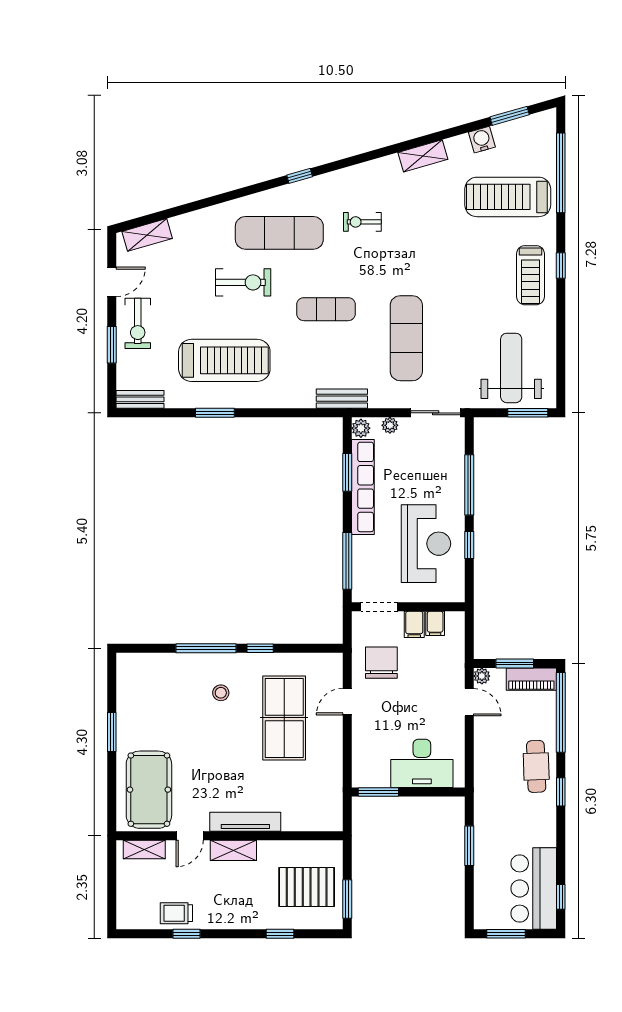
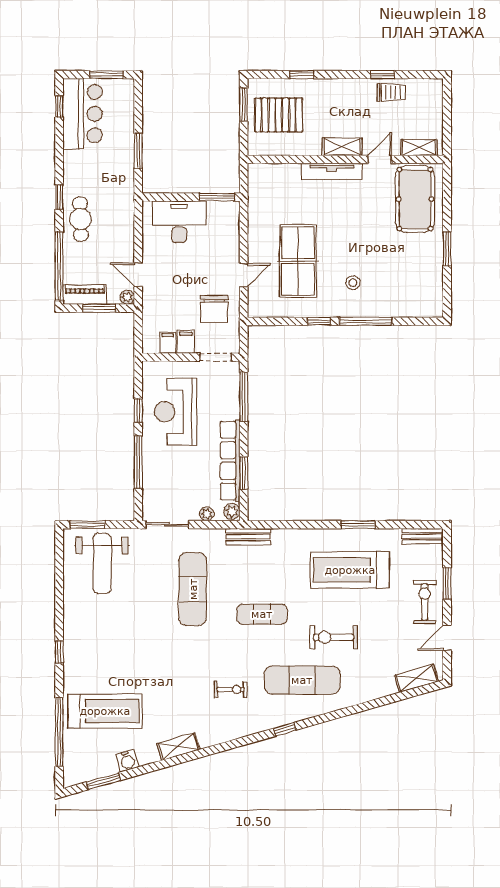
treadmill: (530, 275) -> (85, 644), removed

